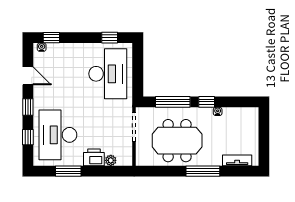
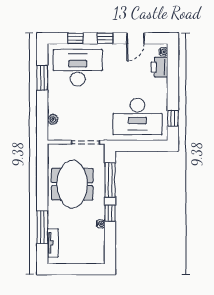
window: (51, 38) -> (173, 61), removed
printer: (94, 157) -> (159, 67), moved, turned 180
window: (203, 171) -> (42, 227), moved

